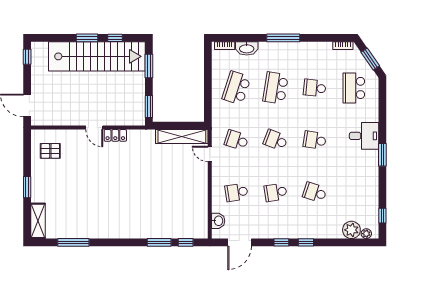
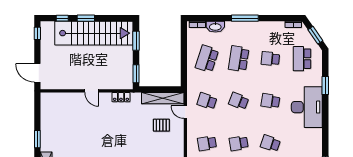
window: (115, 38) -> (62, 18), moved
locker: (115, 135) -> (121, 97), moved
desk: (364, 136) -> (307, 107), width x1.87, depth x1.30
pallet: (50, 151) -> (161, 125), moved
window: (382, 155) -> (325, 85), moved

